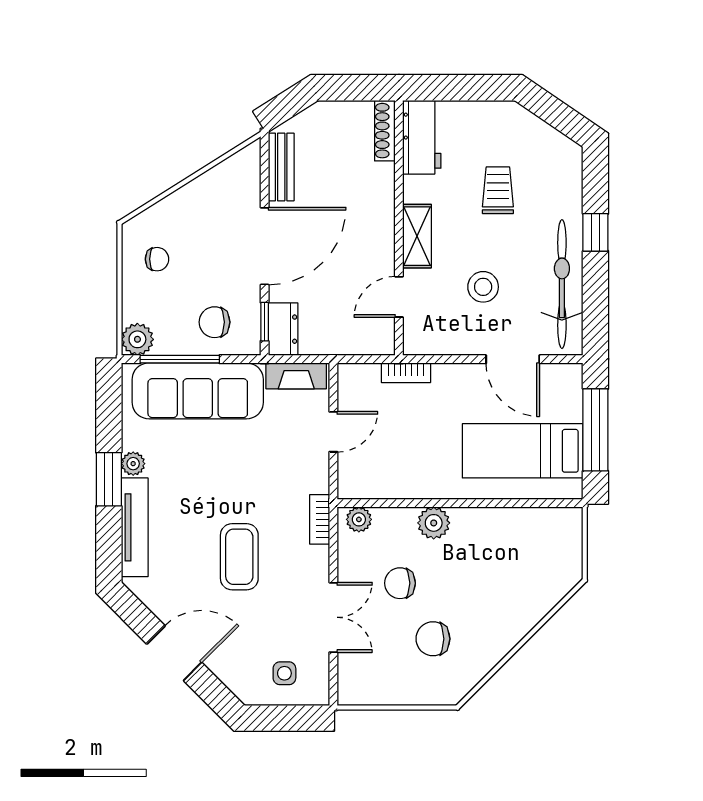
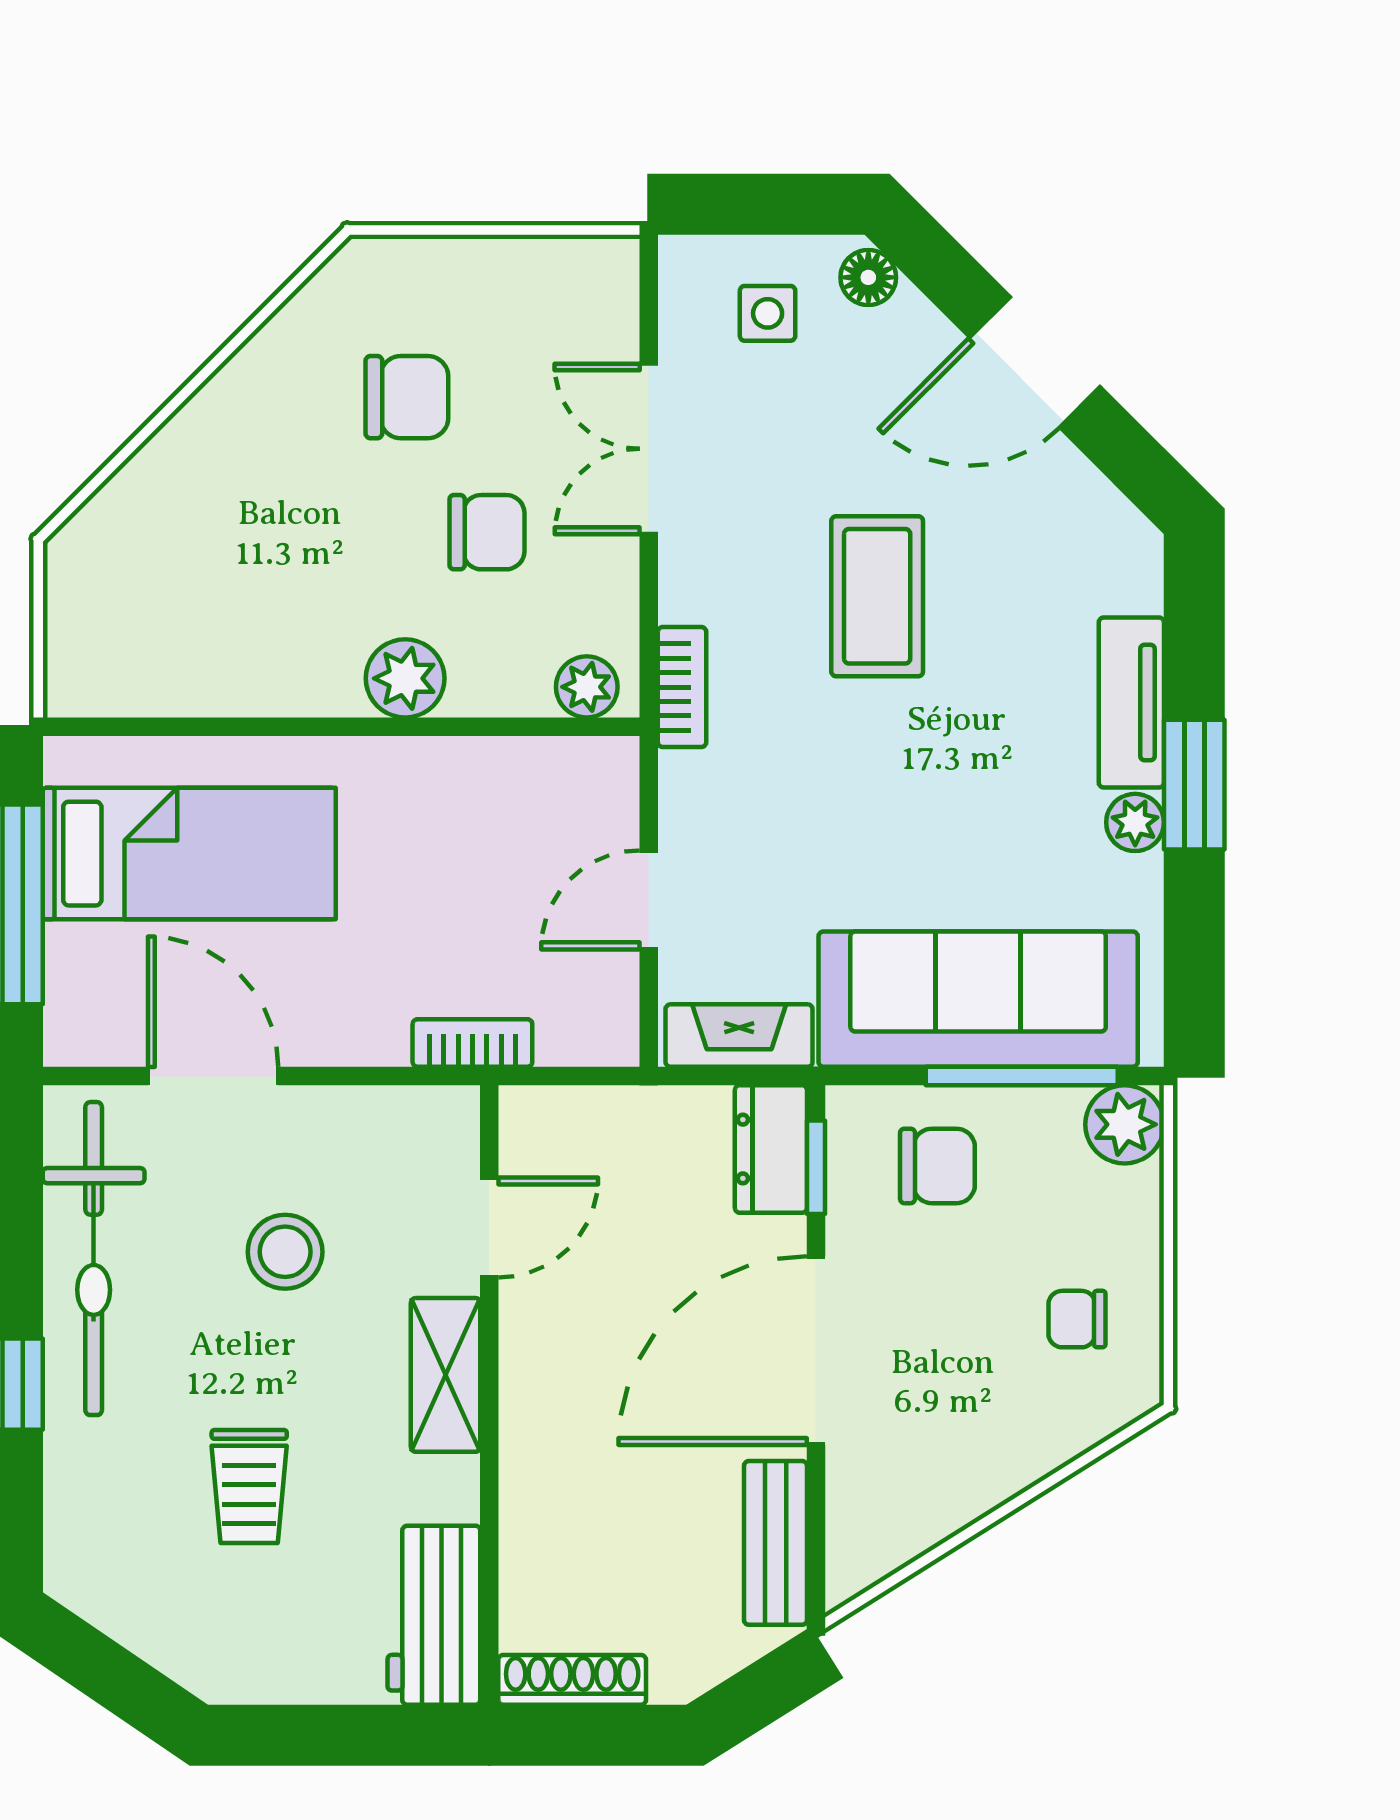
shoe rack: (385, 131) -> (572, 1680), moved, turned -90
tv unit: (135, 527) -> (1131, 703), width x0.71
floor lamp: (243, 688) -> (868, 277), added

